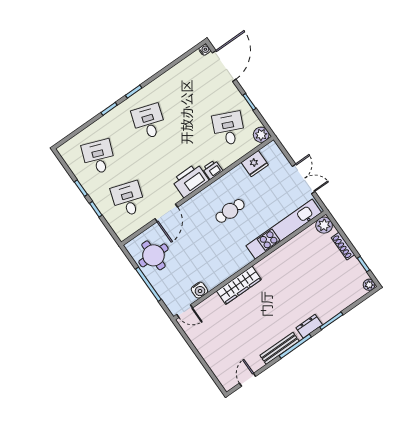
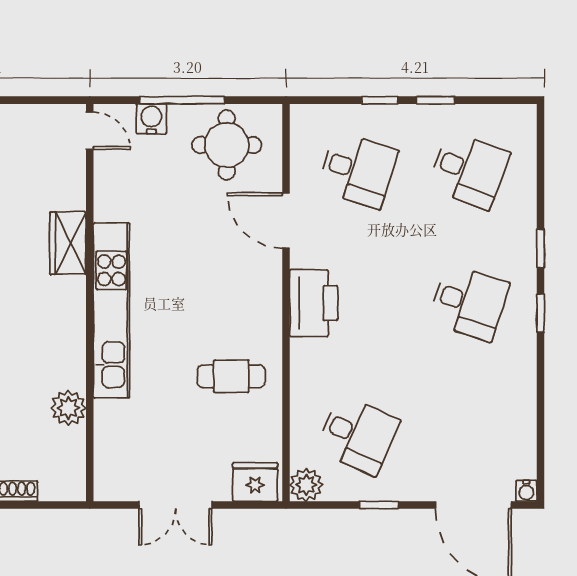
fridge: (255, 164) -> (255, 482), moved, turned 90
printer: (213, 170) -> (305, 356), removed
cafe table: (230, 211) -> (231, 376), moved, turned 90
plant: (324, 225) -> (68, 408), moved
kitchen unit: (284, 229) -> (111, 311), moved
wardrobe: (239, 285) -> (68, 243), width x0.67
water cooler: (199, 290) -> (151, 119), moved, turned 90
door: (185, 311) -> (90, 131), swing flipped

